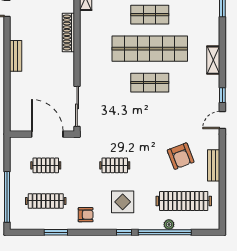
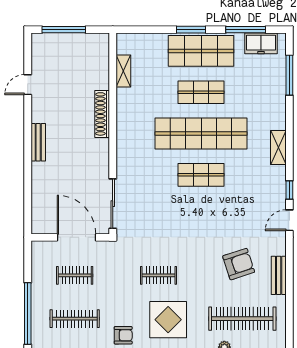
armchair: (181, 156) -> (239, 264), turned -87
display table: (123, 202) -> (168, 320), width x1.36, depth x1.36

